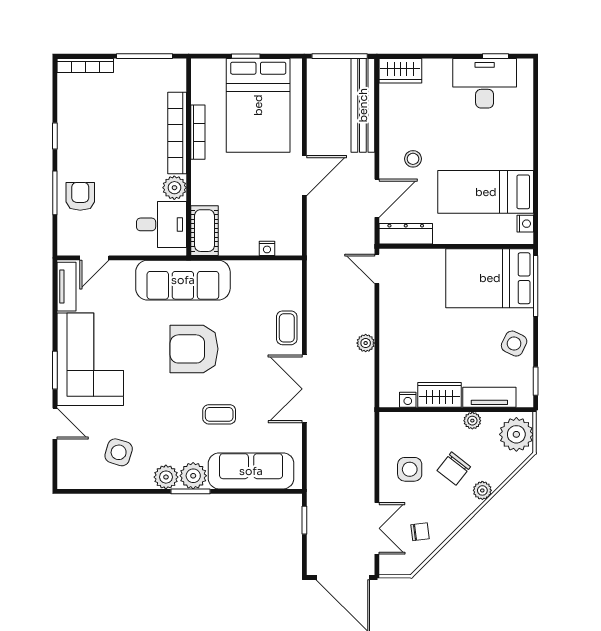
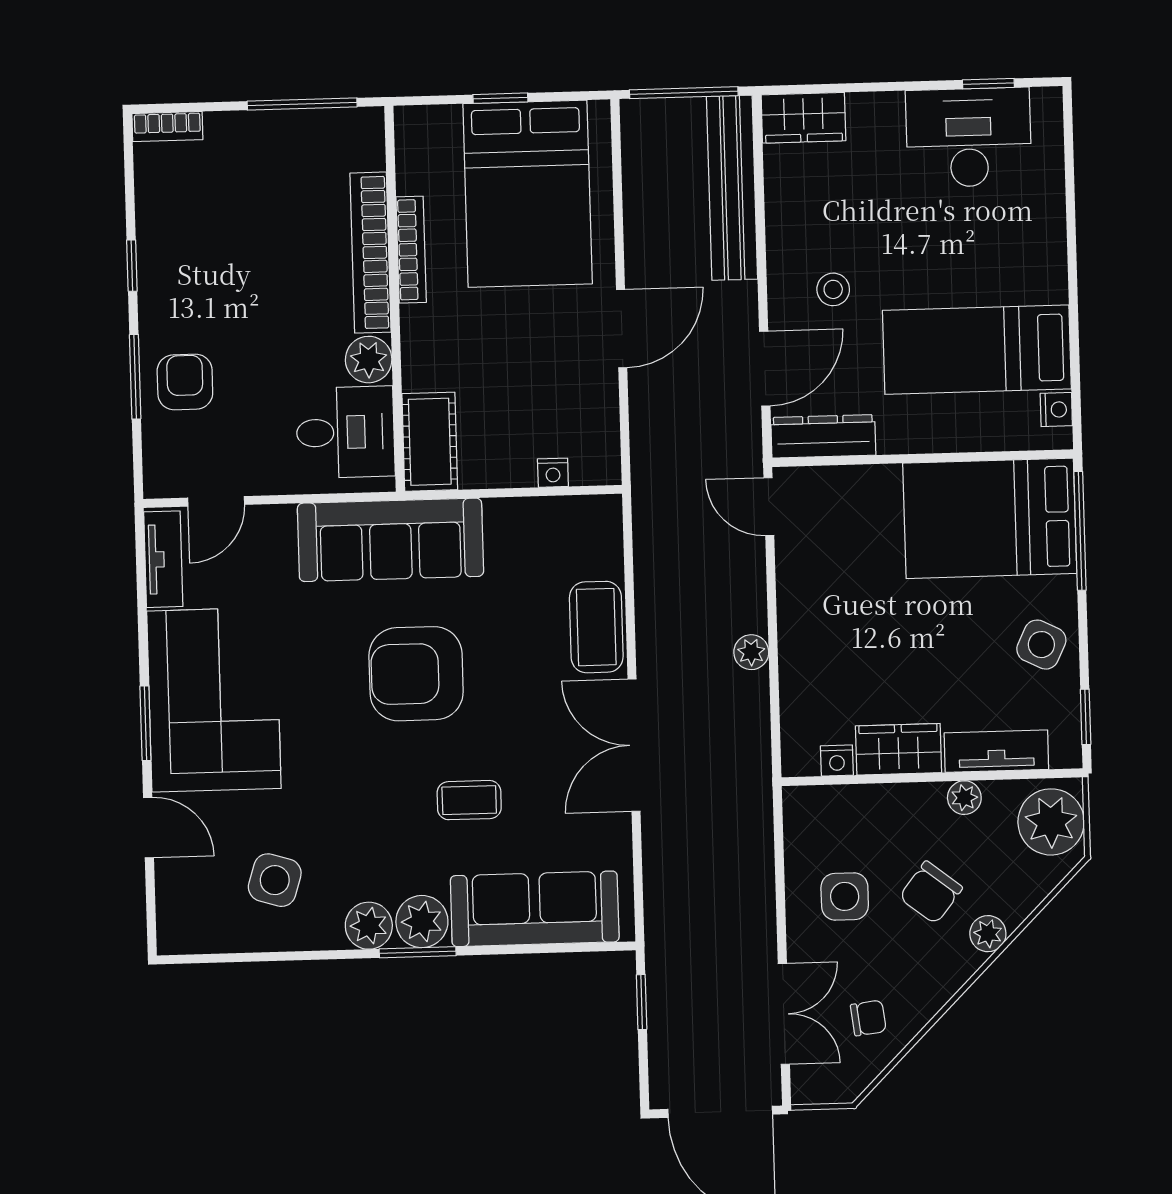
bookcase: (85, 65) -> (167, 127), width x0.64
coffee table: (287, 328) -> (596, 627), width x1.36, depth x1.30

